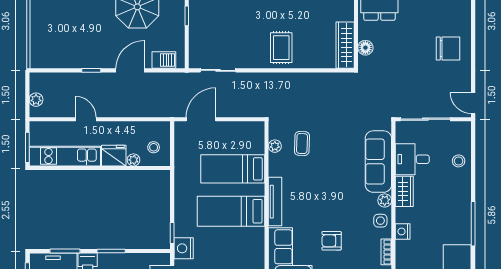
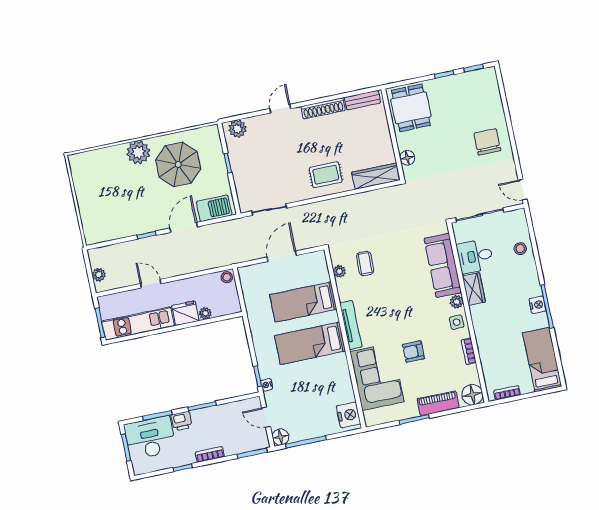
wardrobe: (345, 45) -> (376, 176), moved, turned 90
rug: (281, 48) -> (326, 175), turned 90
chair: (448, 49) -> (487, 142), turned -90
barbecue: (164, 60) -> (214, 208), width x1.38, depth x1.27
door: (201, 119) -> (282, 256), moved
stool: (154, 147) -> (227, 277), moved
nightstand: (403, 231) -> (537, 305), moved, turned 180
nightstand: (184, 248) -> (267, 385), width x0.53, depth x0.56

